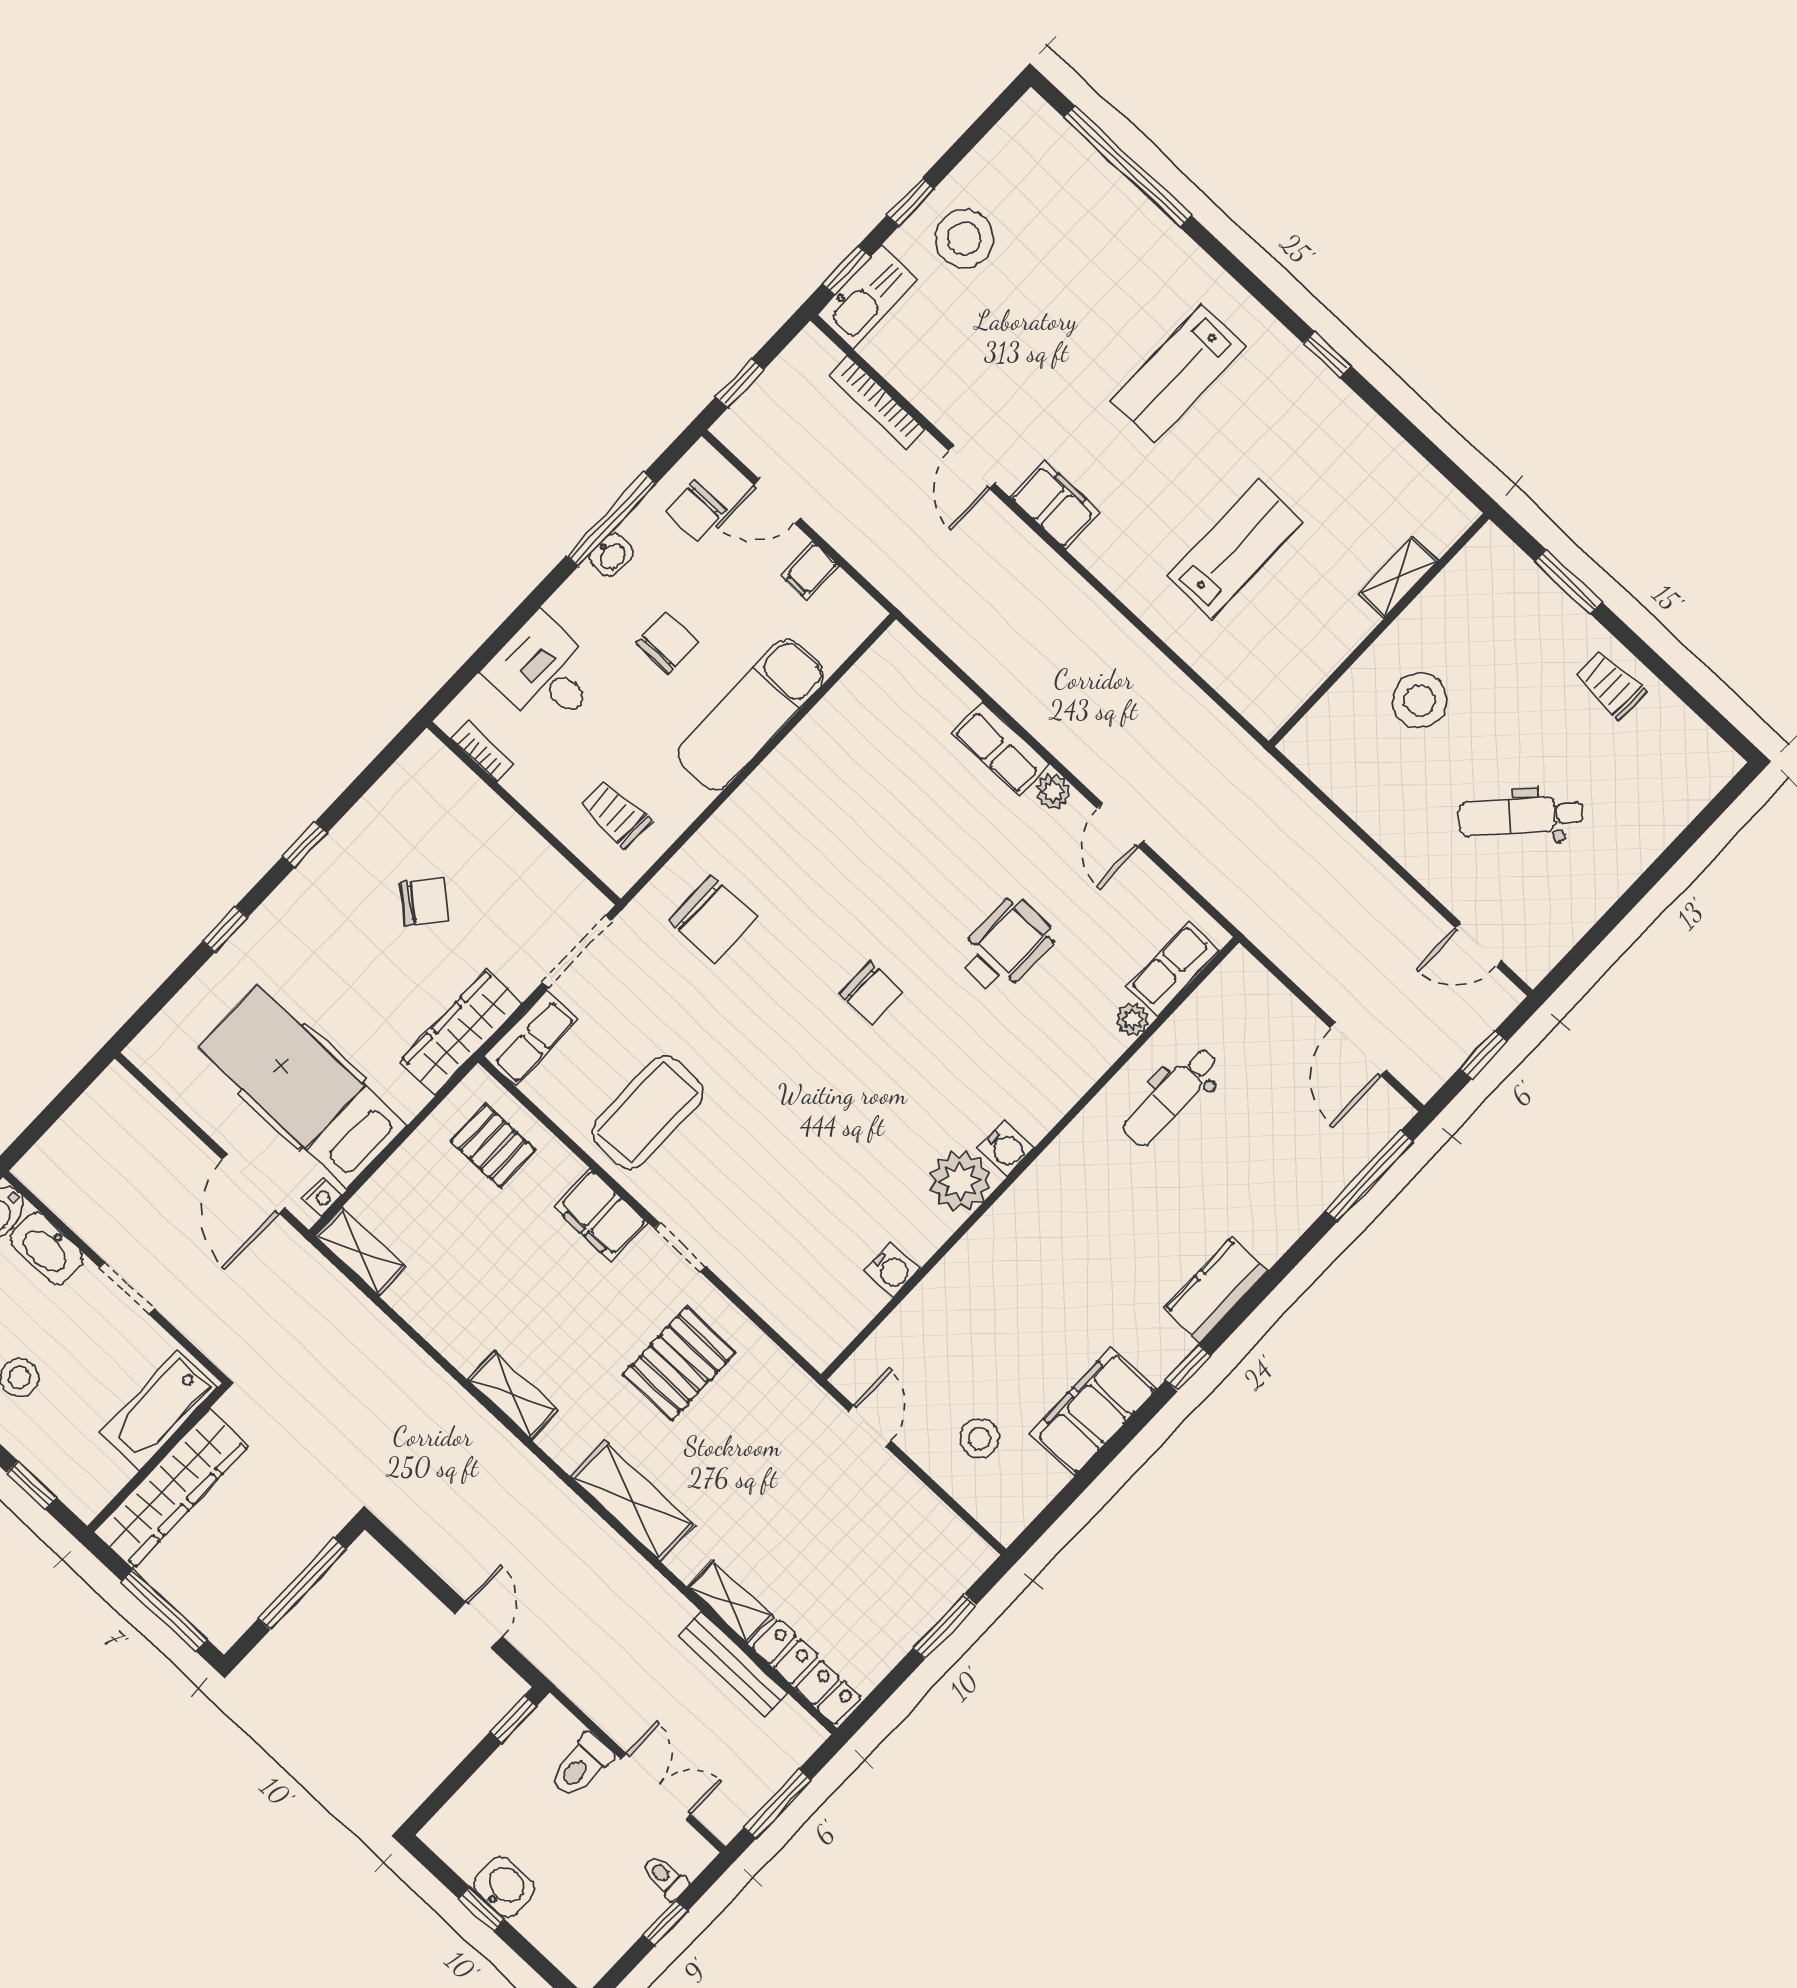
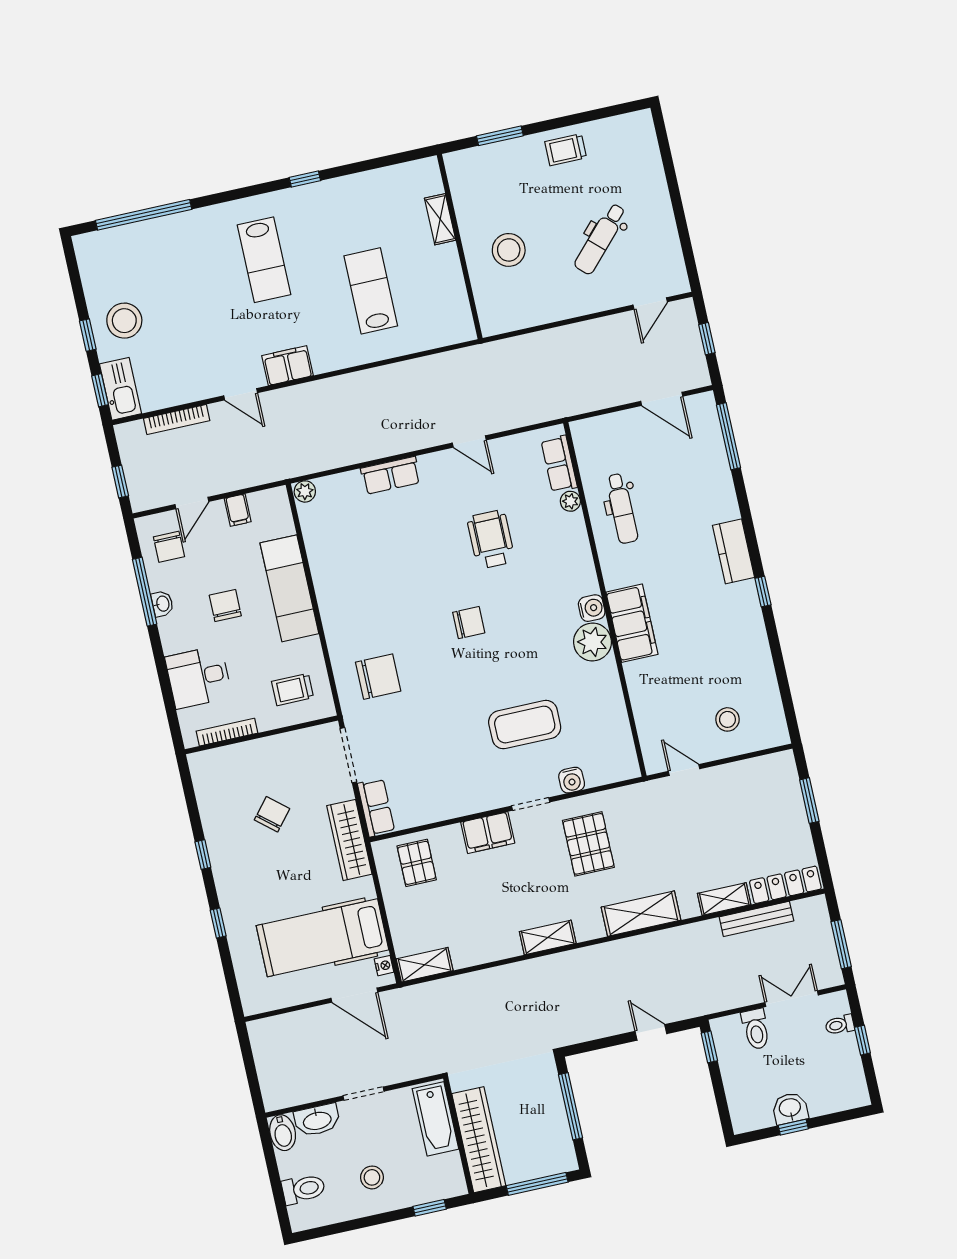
bookcase: (482, 751) -> (227, 732), width x1.56
plant: (1053, 792) -> (305, 491), moved
coffee table: (647, 1113) -> (525, 725), moved, turned 90
pallet: (493, 1146) -> (417, 863), turned 90
water cooler: (892, 1270) -> (572, 780), moved, turned 90
filing cabinet: (1093, 1411) -> (632, 623), moved, turned 180

